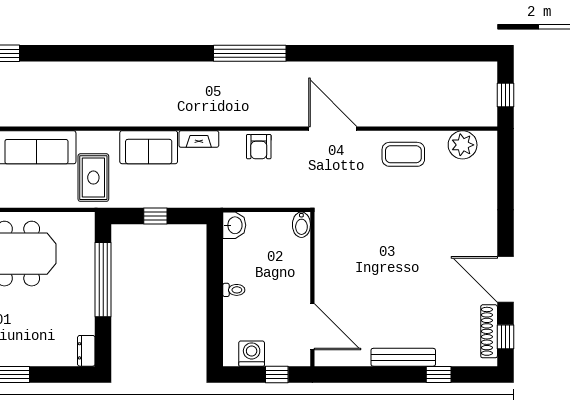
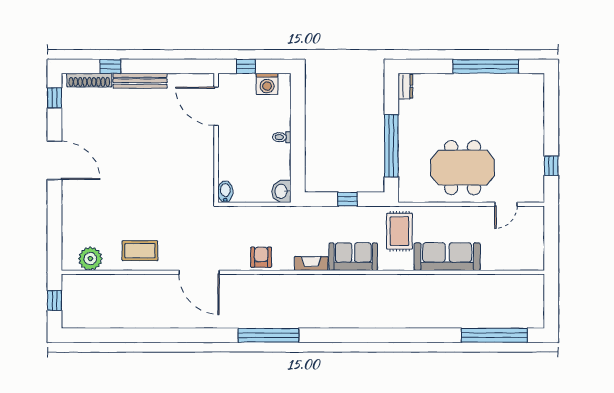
door: (505, 279) -> (54, 160), moved
shoe rack: (489, 331) -> (89, 80), moved, turned 90

